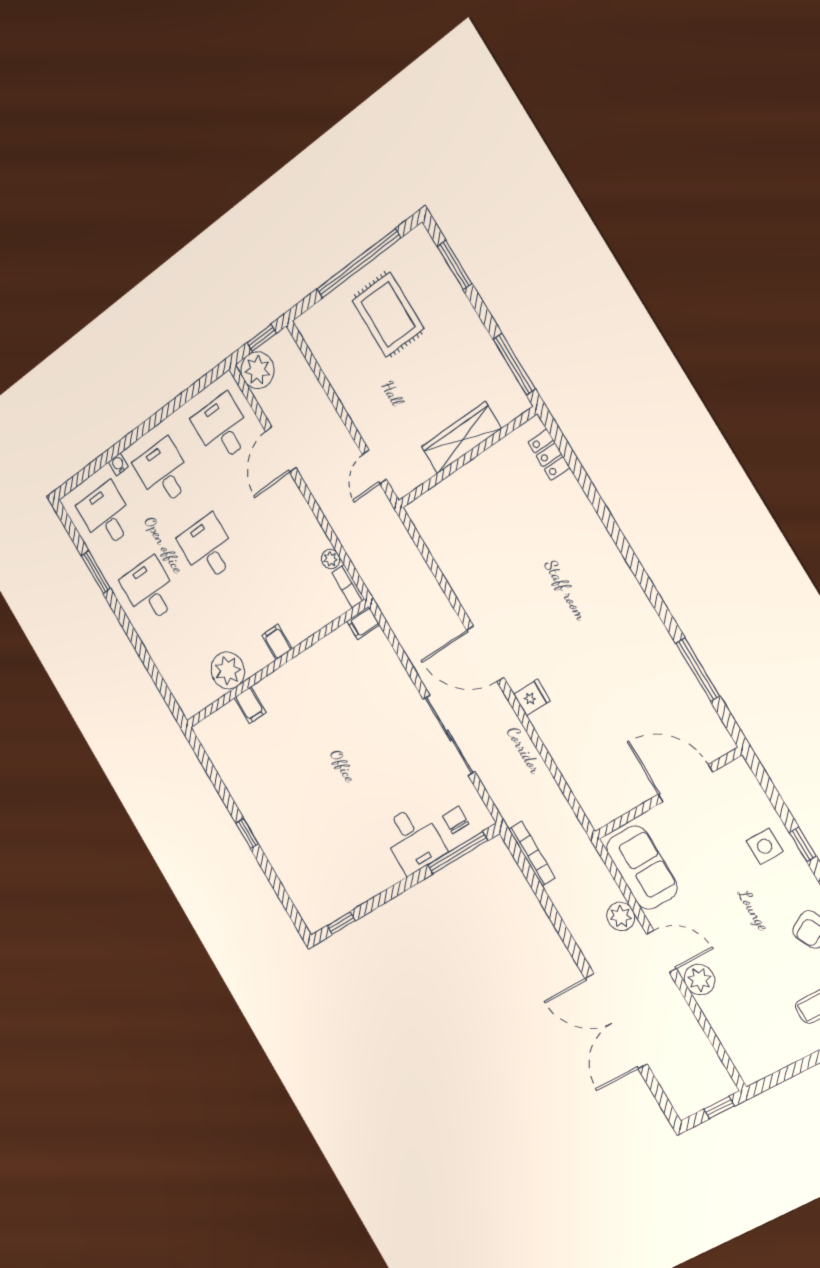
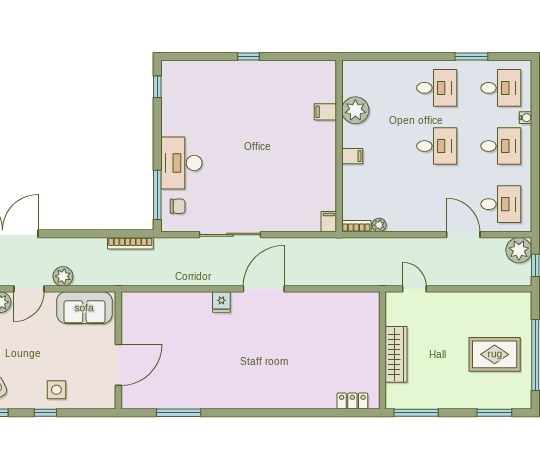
desk: (413, 840) -> (181, 163), width x1.37

